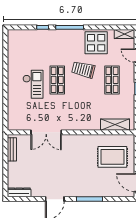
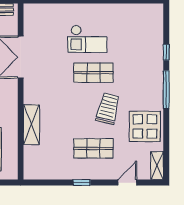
shelving: (115, 125) -> (31, 125), moved

